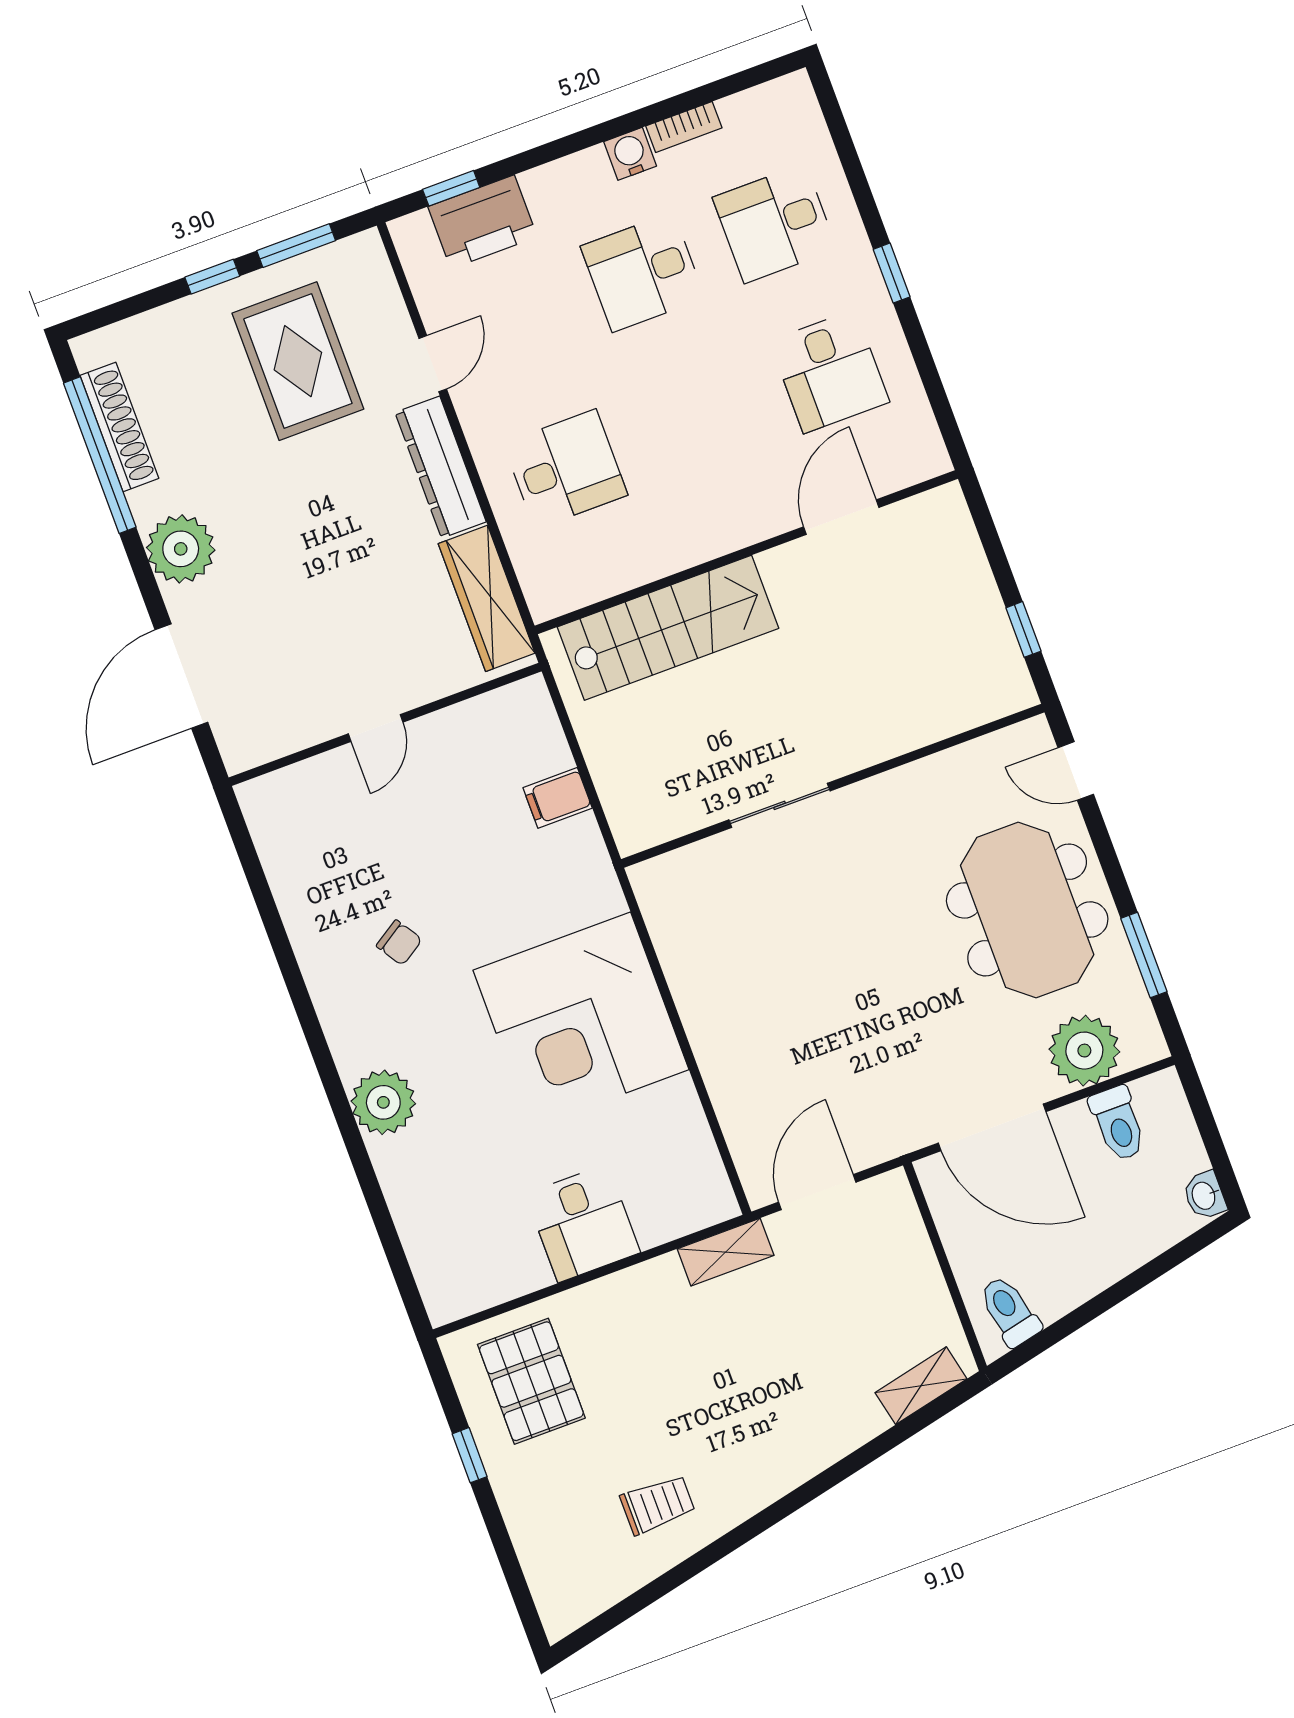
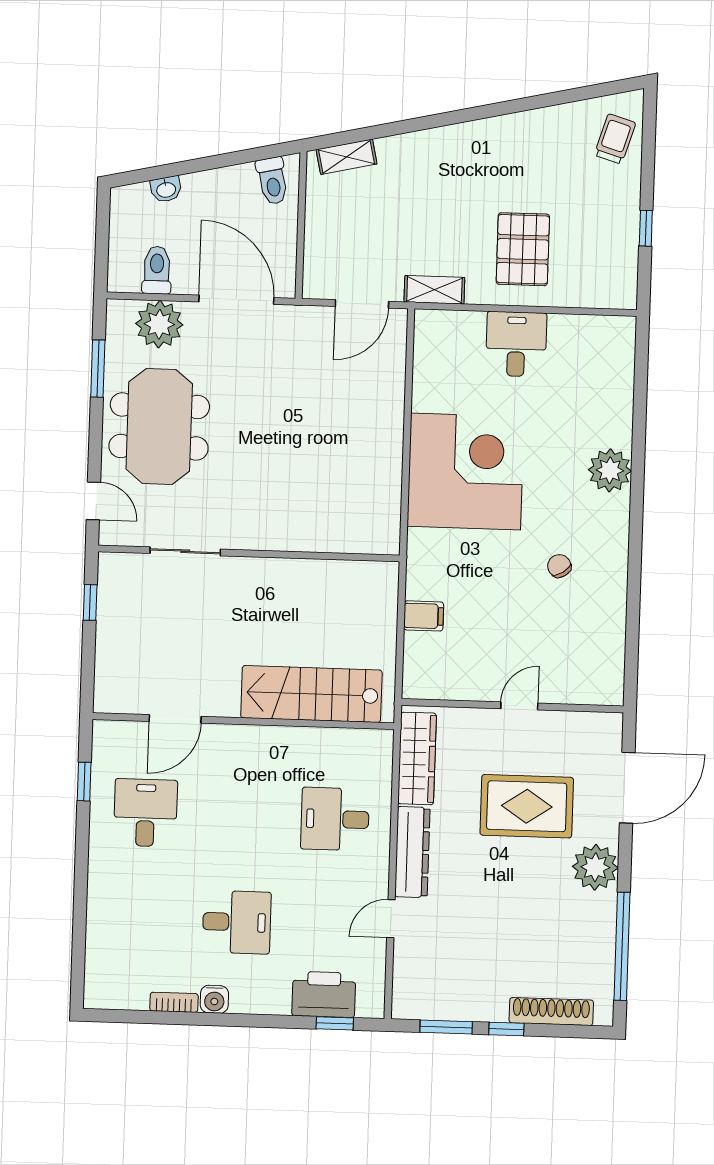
desk: (775, 223) -> (142, 919), removed
window: (892, 273) -> (84, 782), moved
rug: (298, 361) -> (527, 806), moved, turned 90
shoe rack: (119, 427) -> (551, 1011), moved, turned 90
sliding door: (780, 805) -> (185, 551), moved
washbasin: (1204, 1195) -> (166, 189), moved, turned 78
pallet: (531, 1381) -> (523, 249), moved
trolley: (658, 1505) -> (615, 139), moved, turned 107

